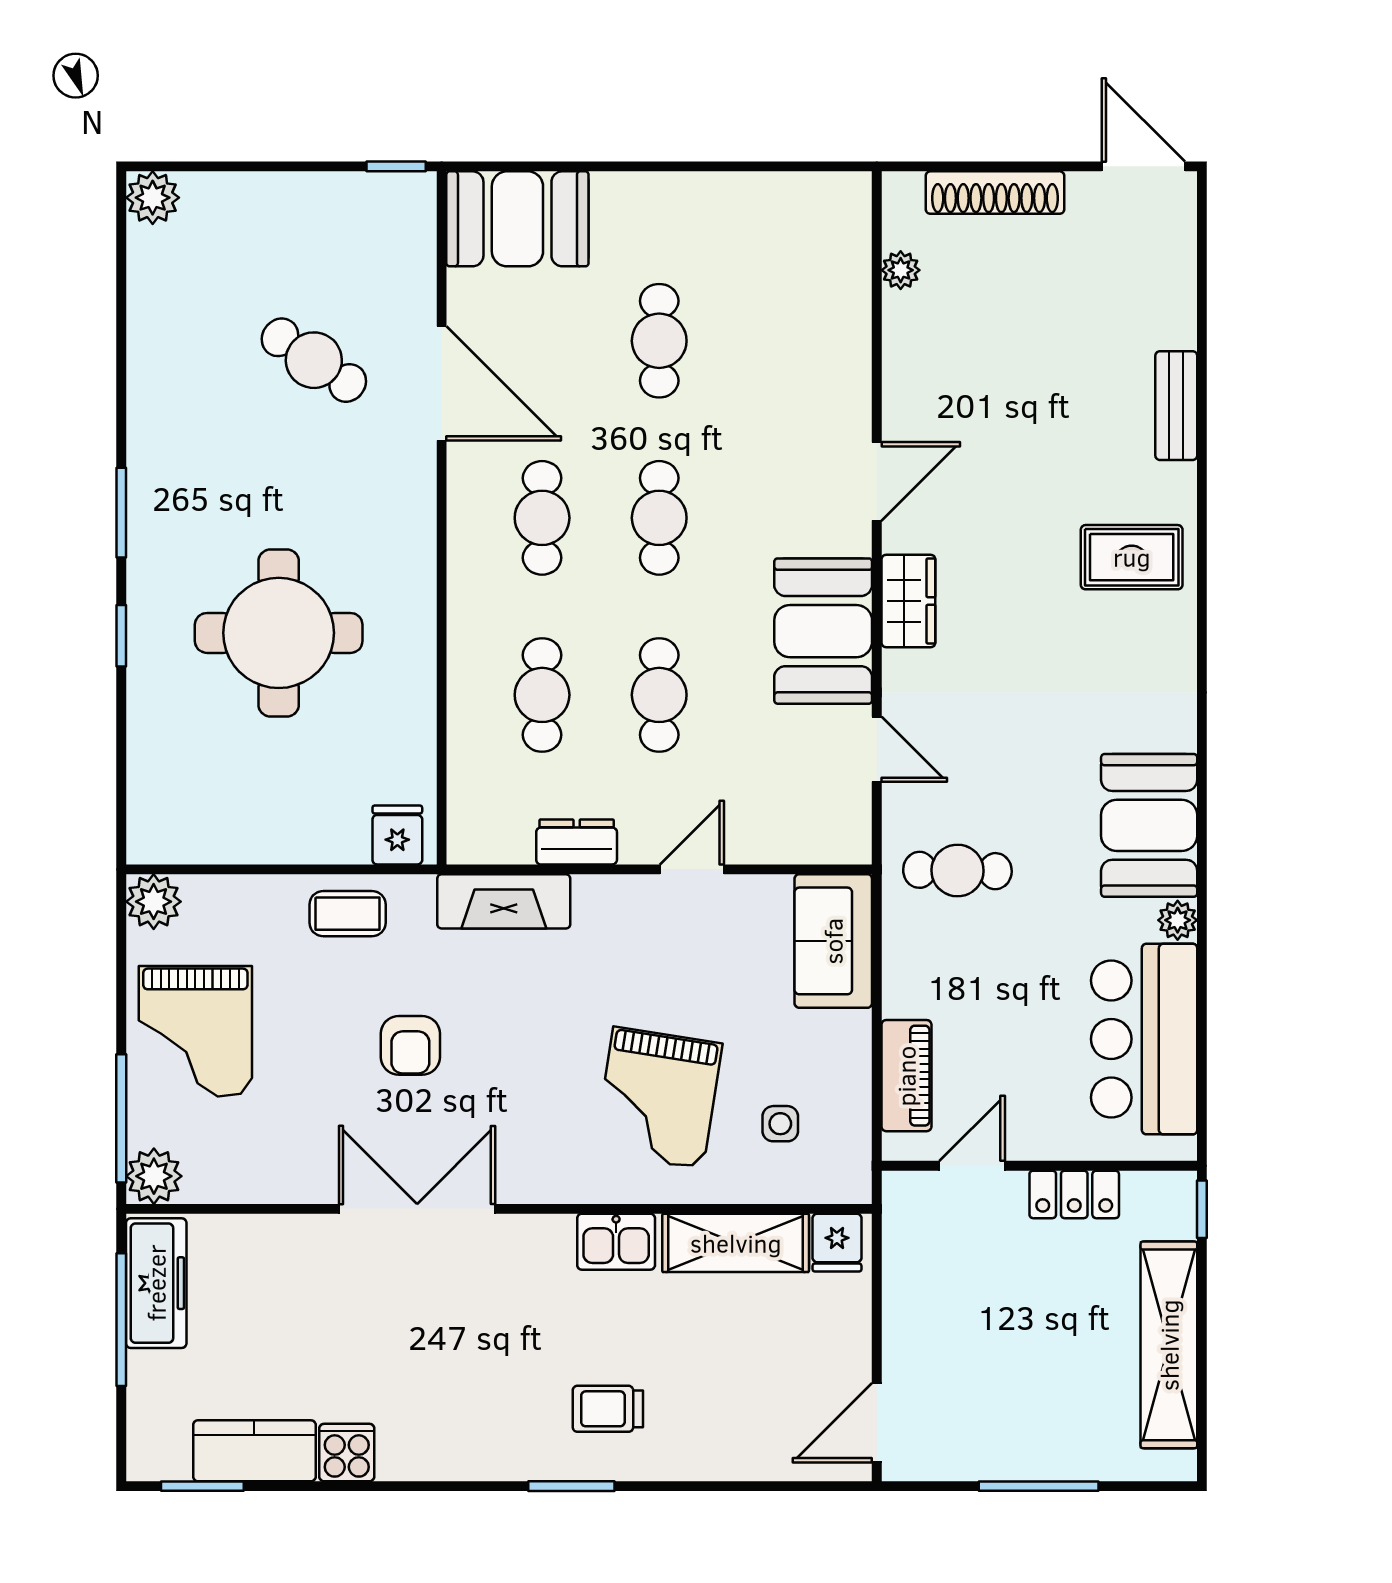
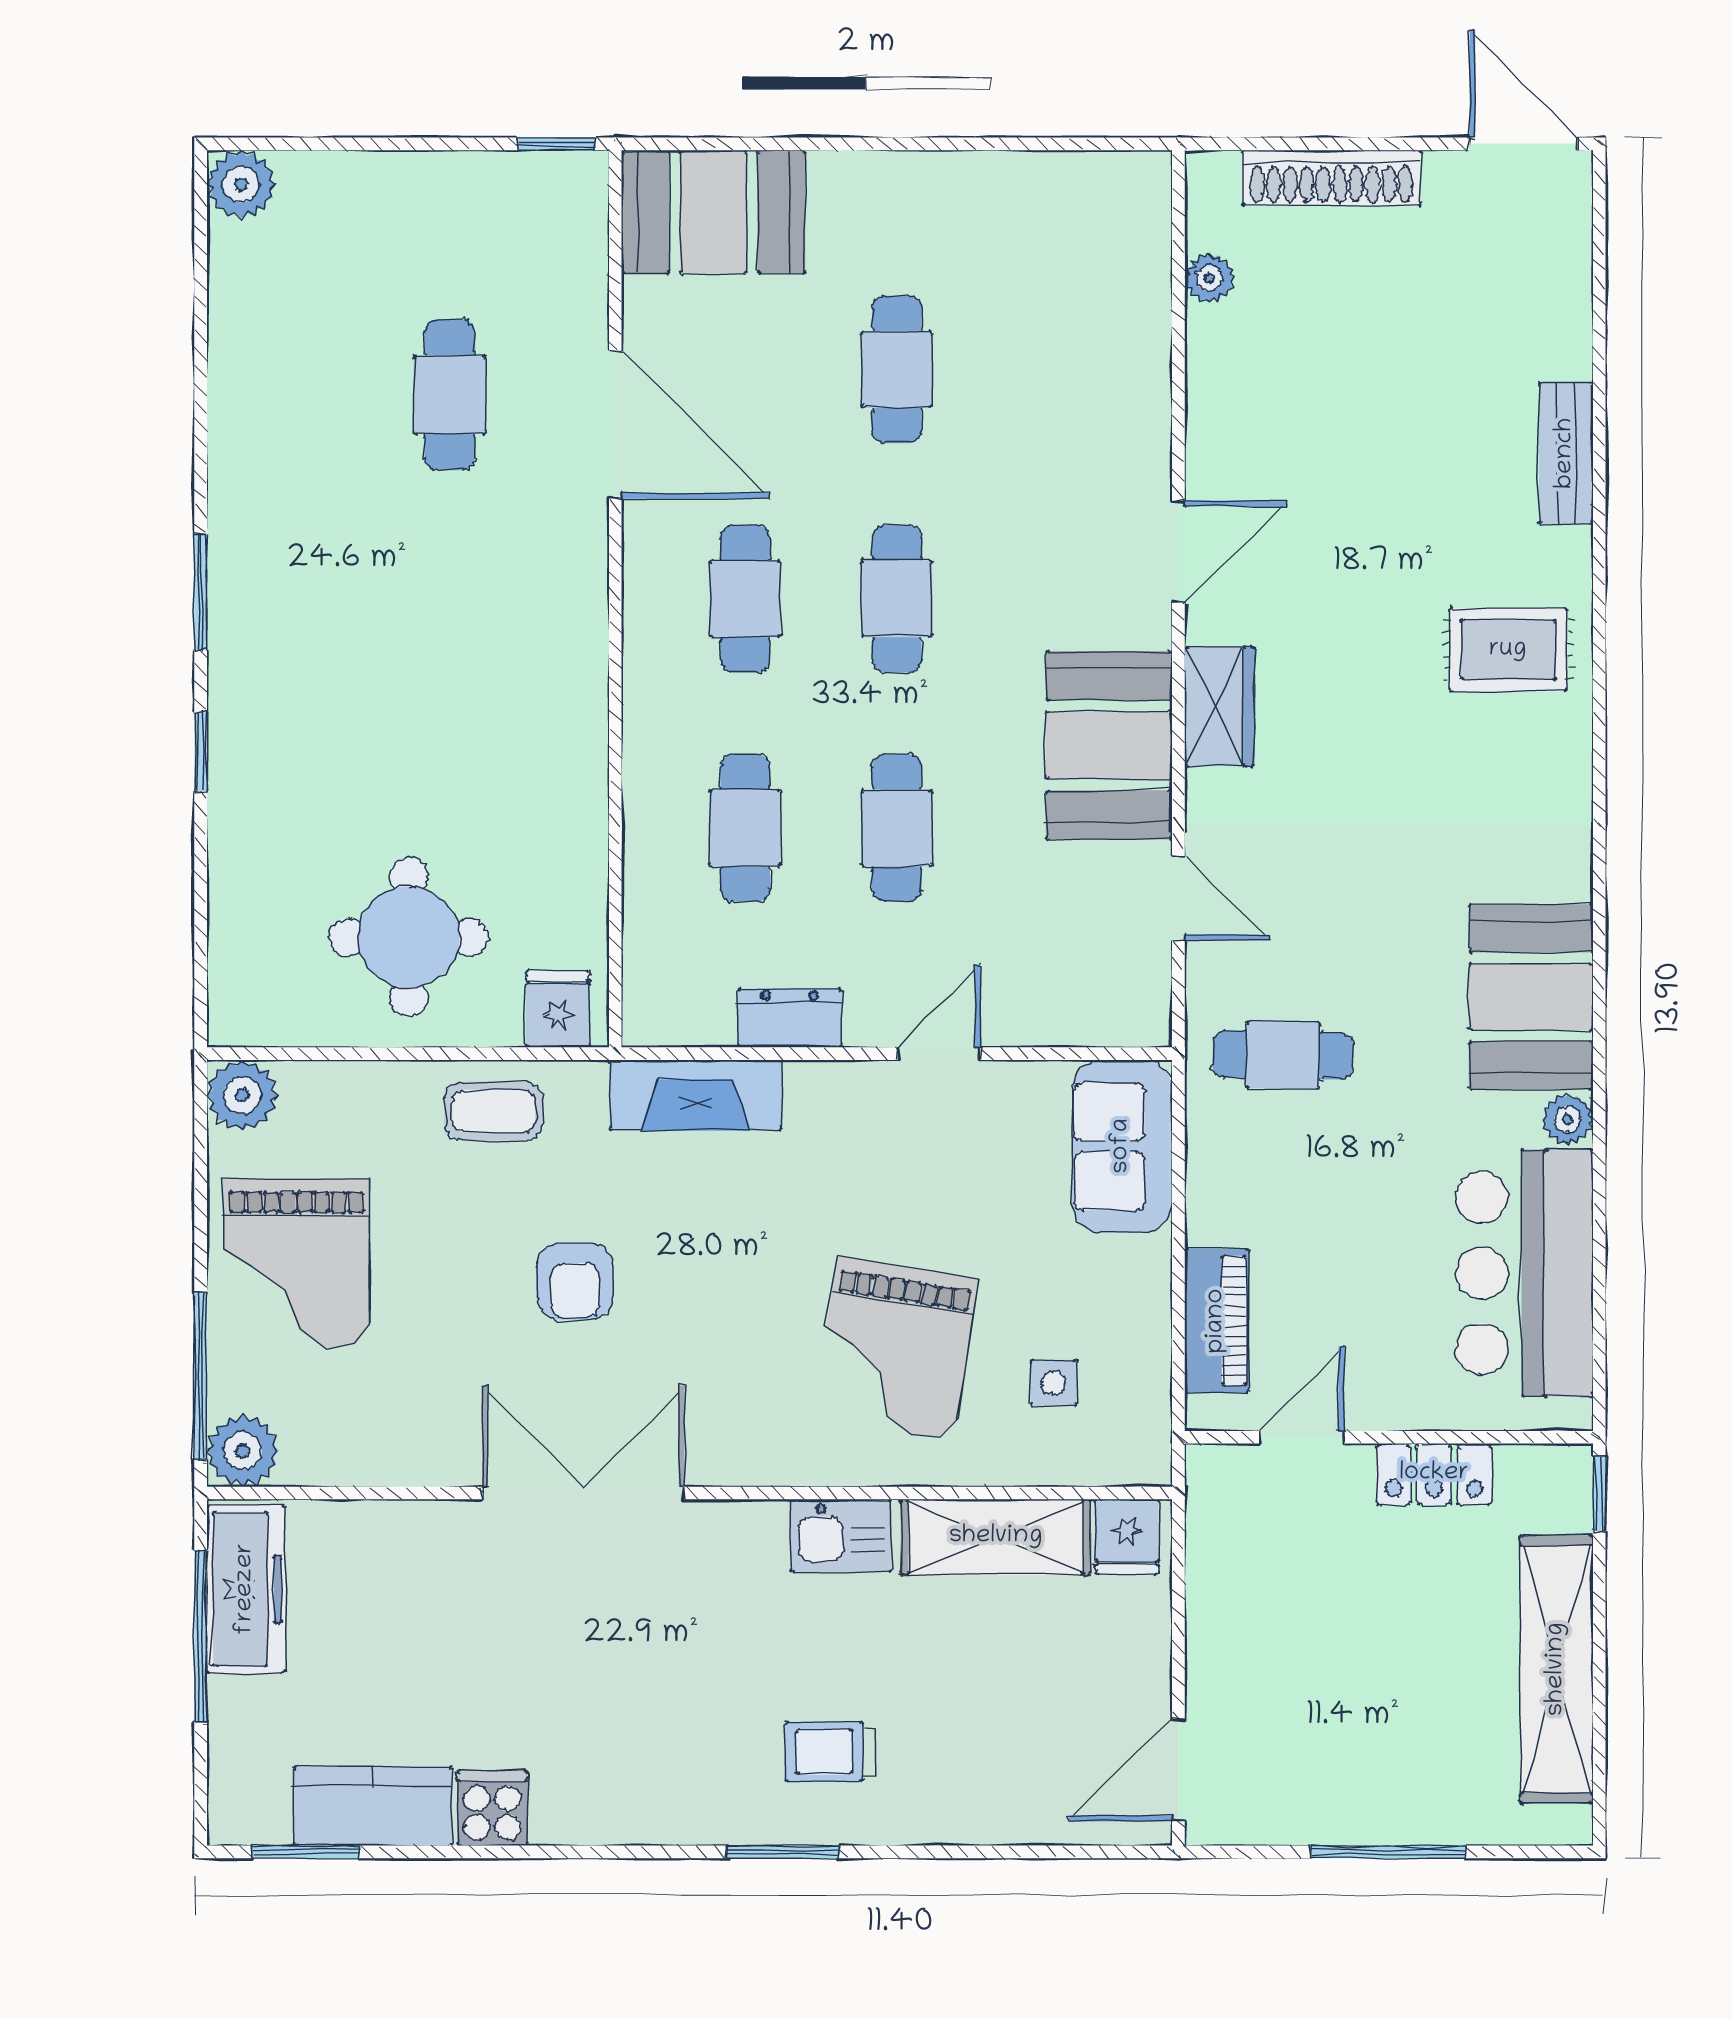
cafe table: (314, 360) -> (450, 395), turned 56
round table: (279, 633) -> (409, 937), moved, width x0.73, depth x0.73

